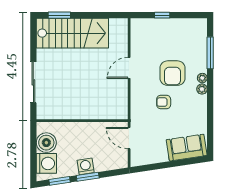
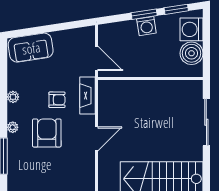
plant: (202, 89) -> (13, 97), moved
fireplace: (137, 106) -> (87, 96), added

